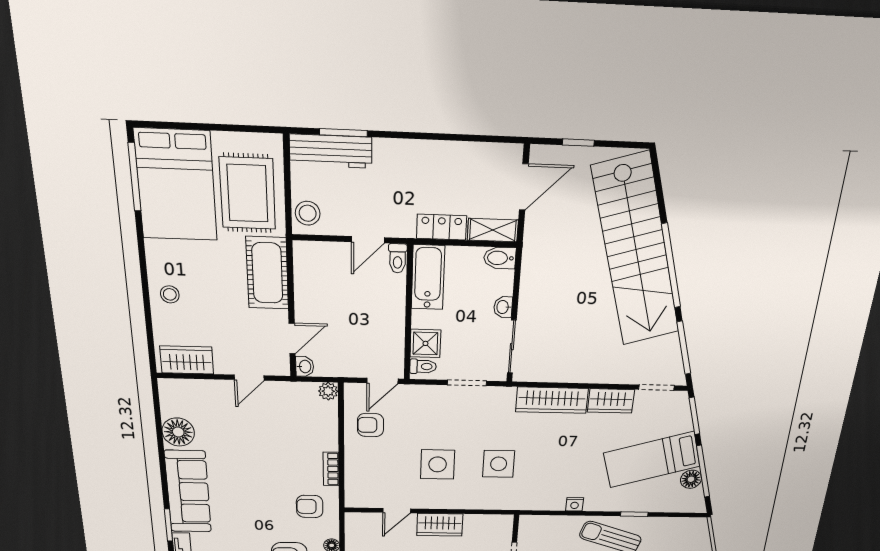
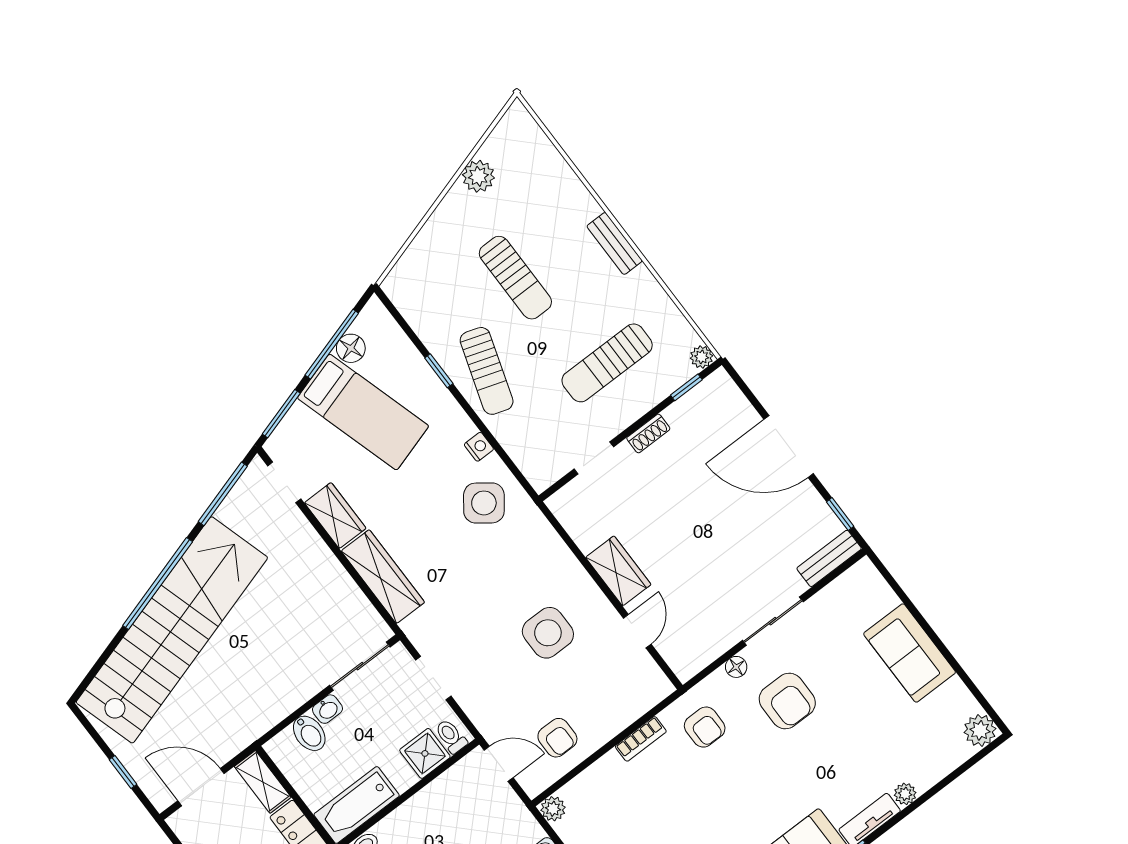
bidet: (500, 258) -> (309, 733), moved
side table: (499, 464) -> (484, 503), moved, turned 37
door: (397, 511) -> (637, 631), hinge flipped

